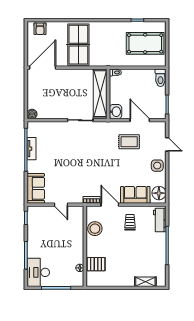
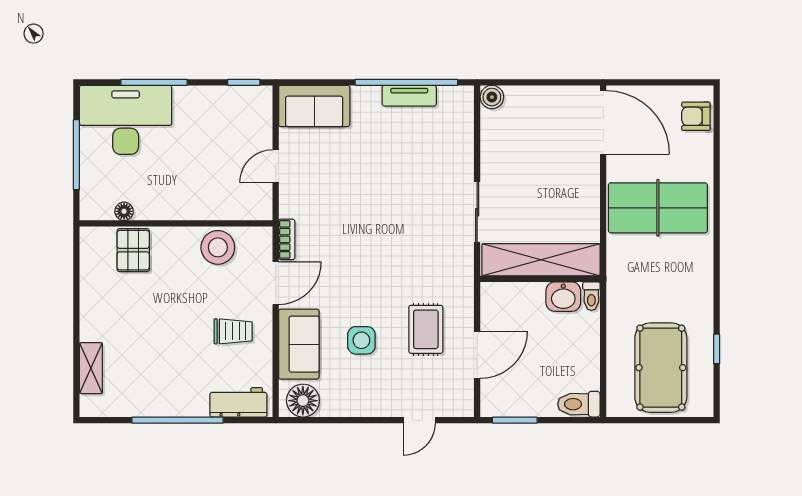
washbasin: (115, 112) -> (563, 297), moved
side table: (157, 166) -> (361, 340), moved
desk: (38, 272) -> (126, 120), width x1.36, depth x1.30

